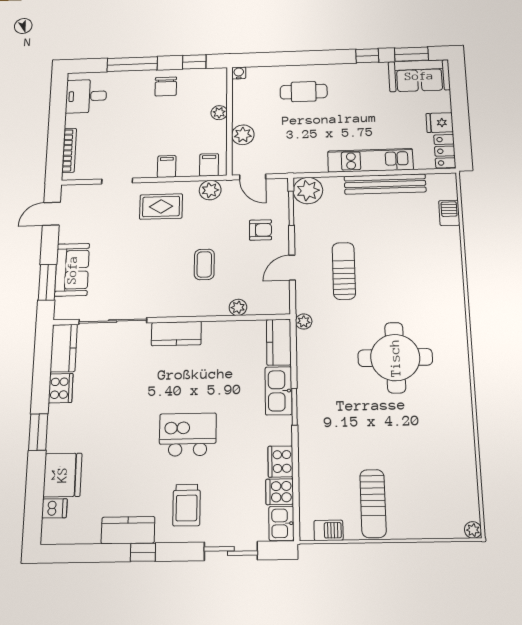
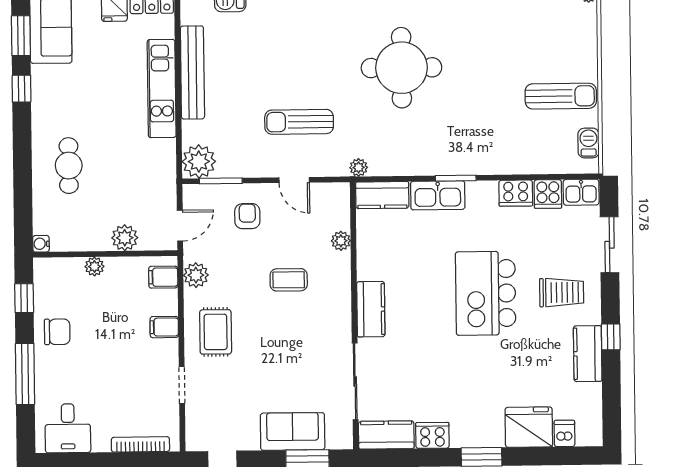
kitchen island: (188, 435) -> (486, 293), width x1.37, depth x1.28

